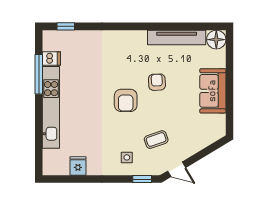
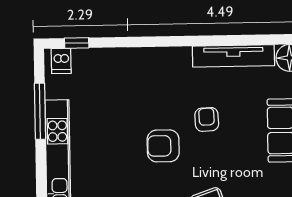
dishwasher: (51, 58) -> (61, 61), moved, turned 90
armchair: (126, 100) -> (163, 146), turned 90

